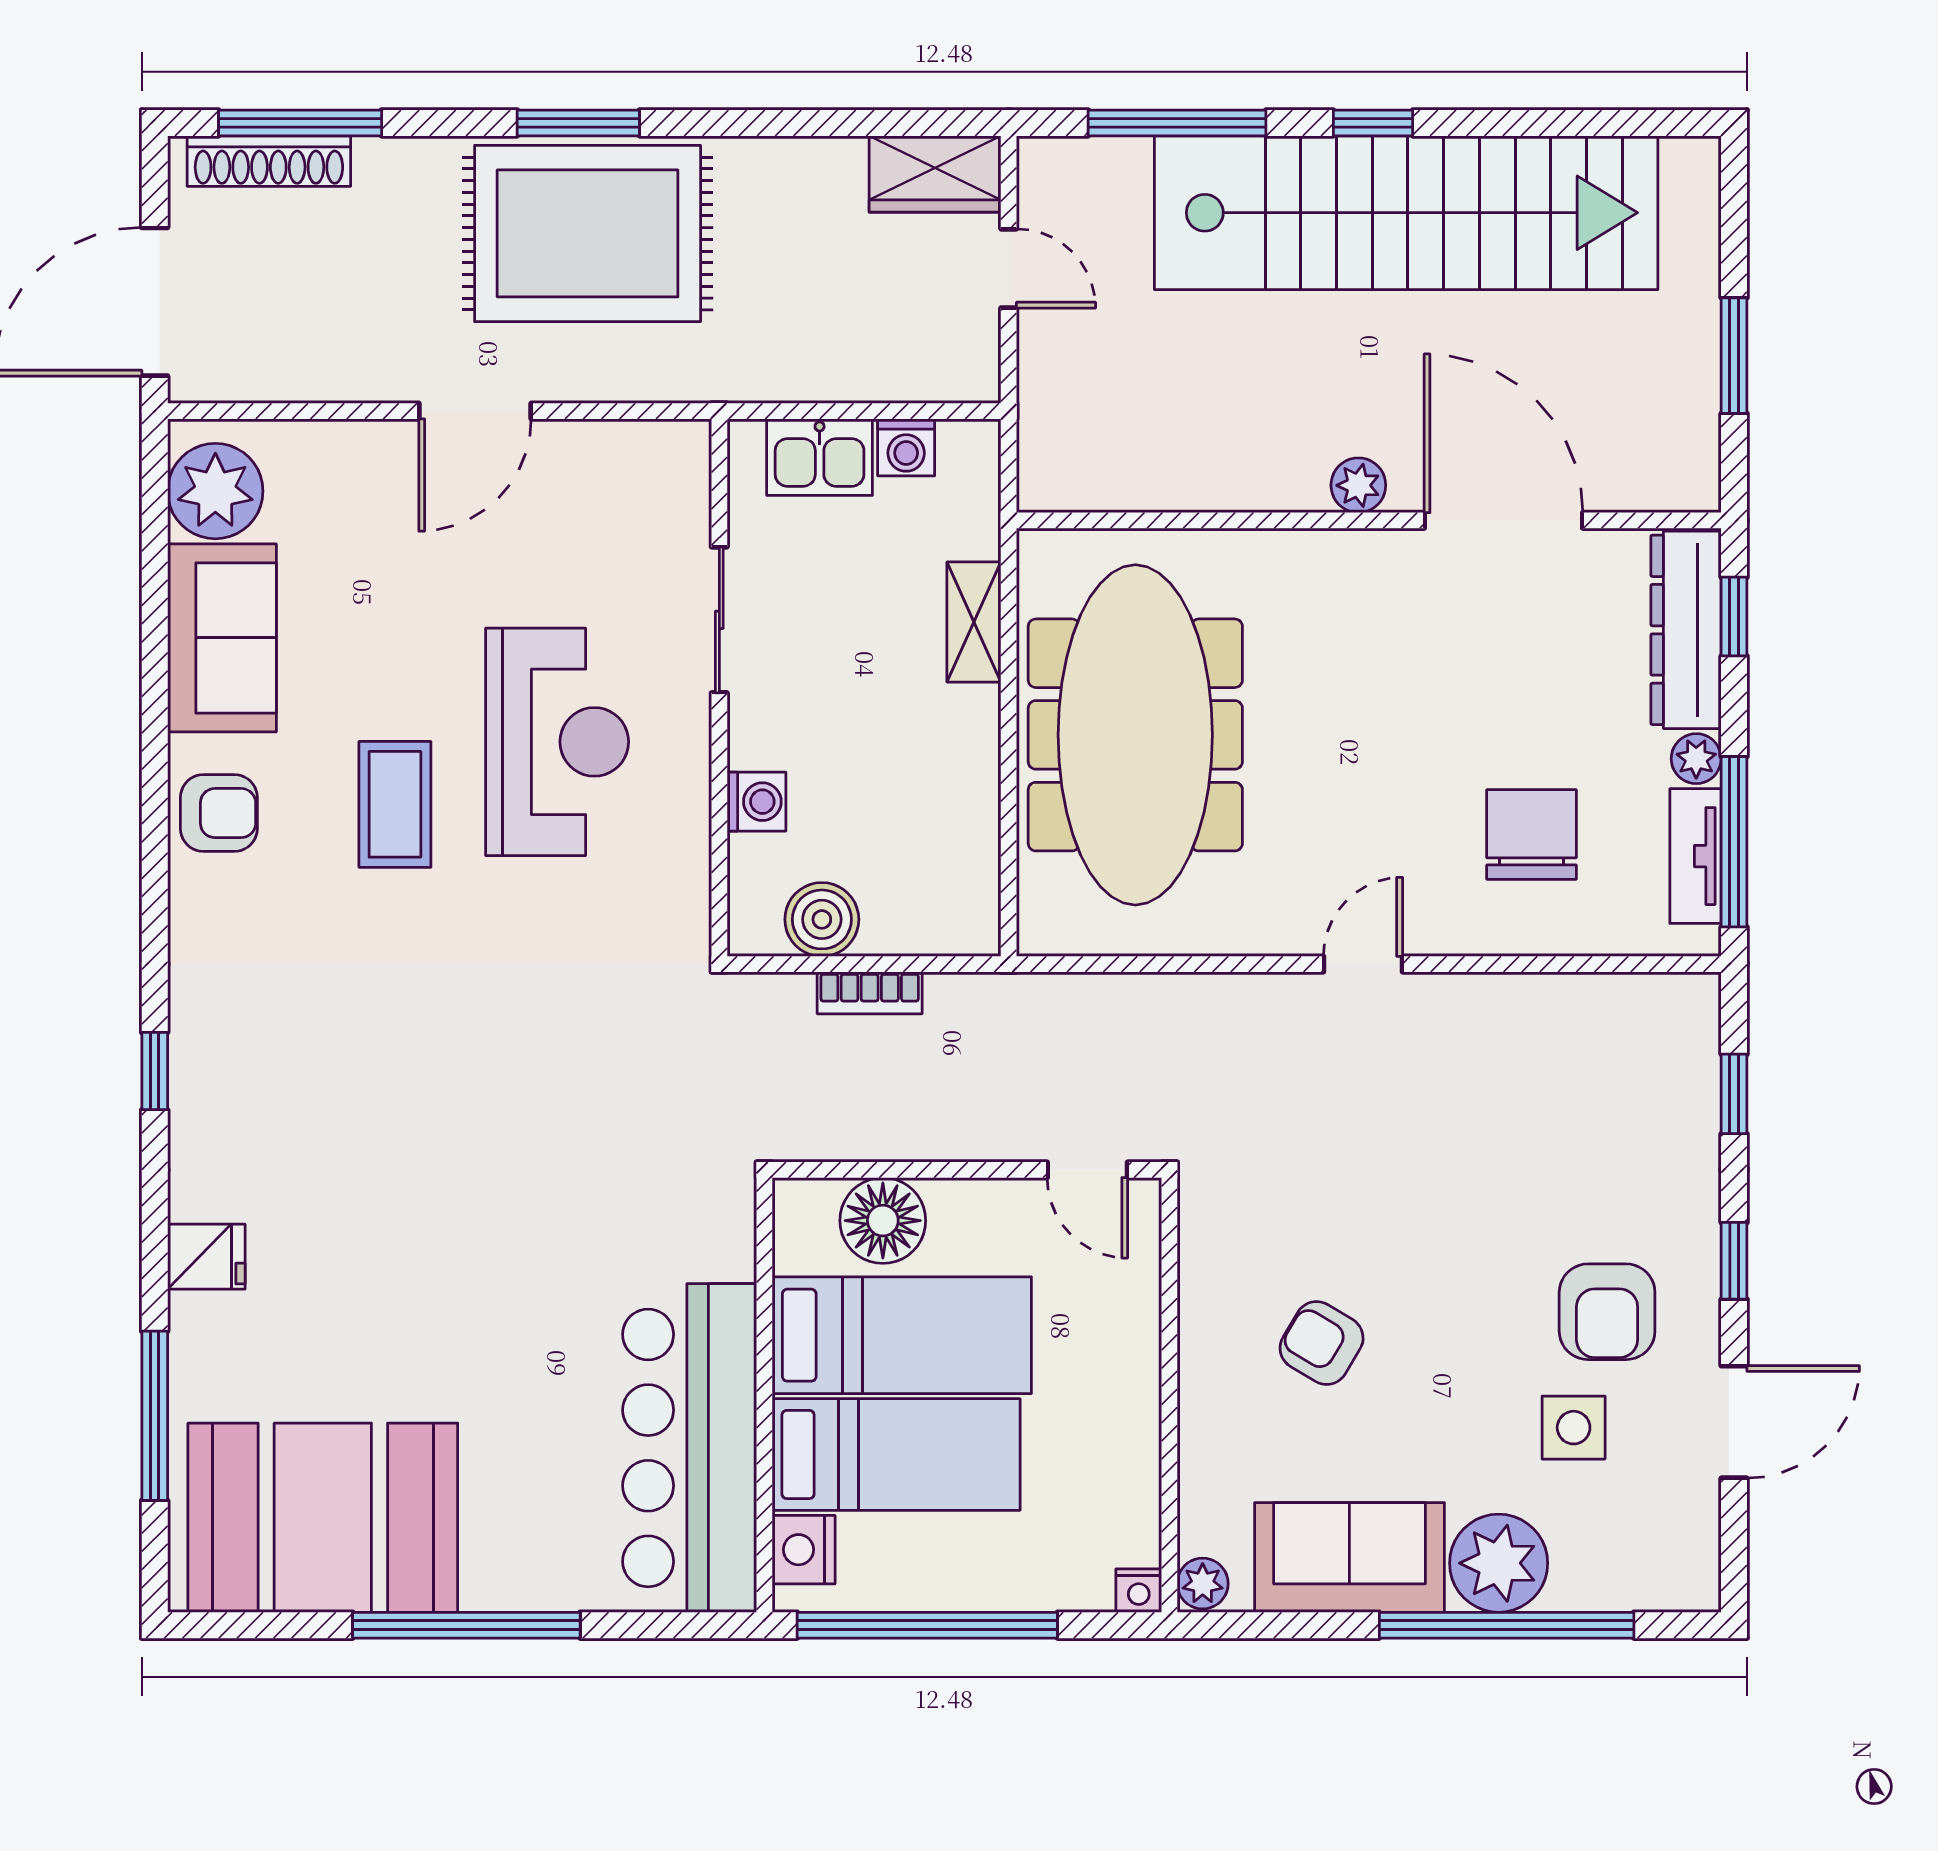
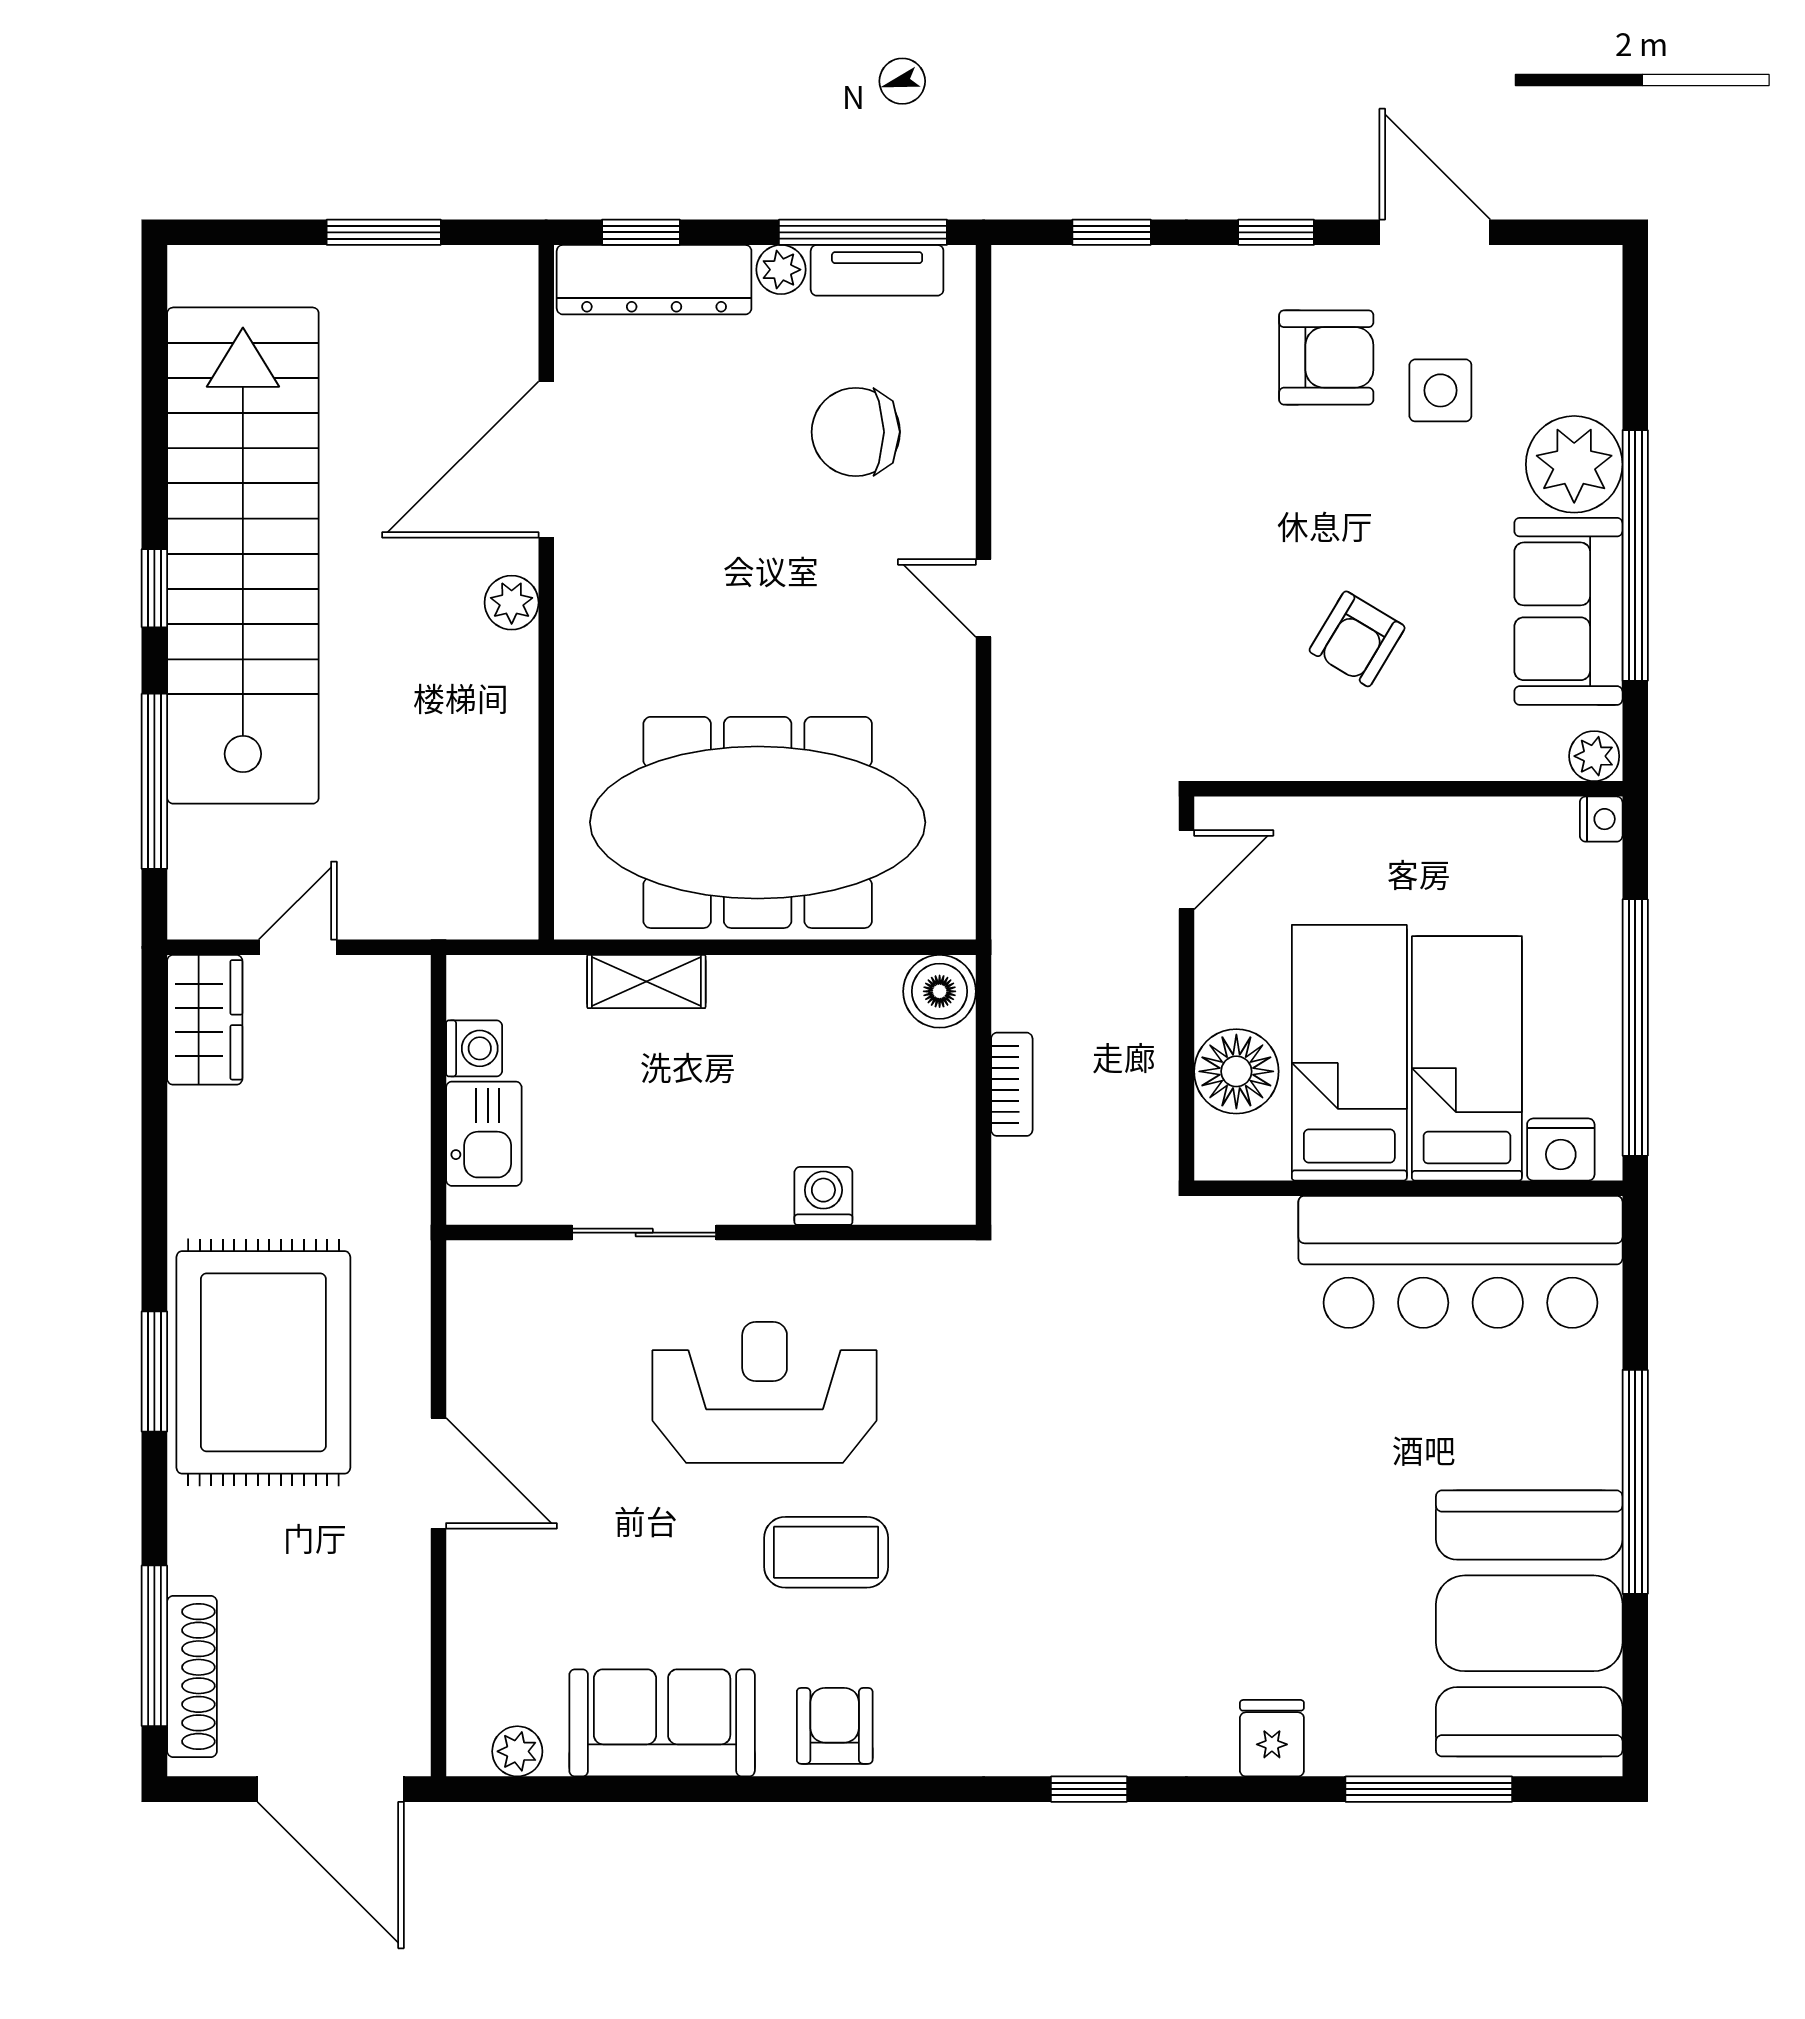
plant: (215, 491) -> (517, 1751), width x0.53, depth x0.53
boiler: (822, 919) -> (940, 991), moved
window: (1507, 1625) -> (1635, 555), moved

